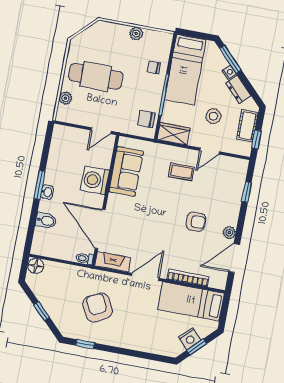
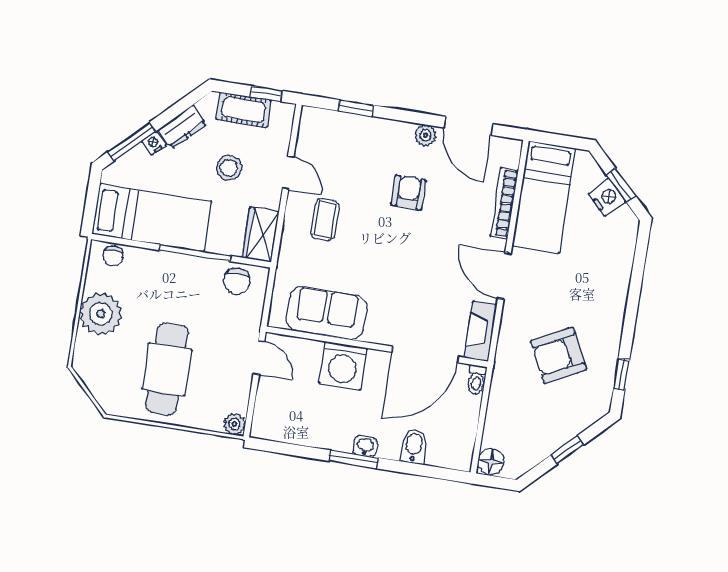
plant: (136, 34) -> (101, 314), width x1.88, depth x1.88
chair: (154, 67) -> (113, 256), moved
plant: (65, 98) -> (234, 424), moved

